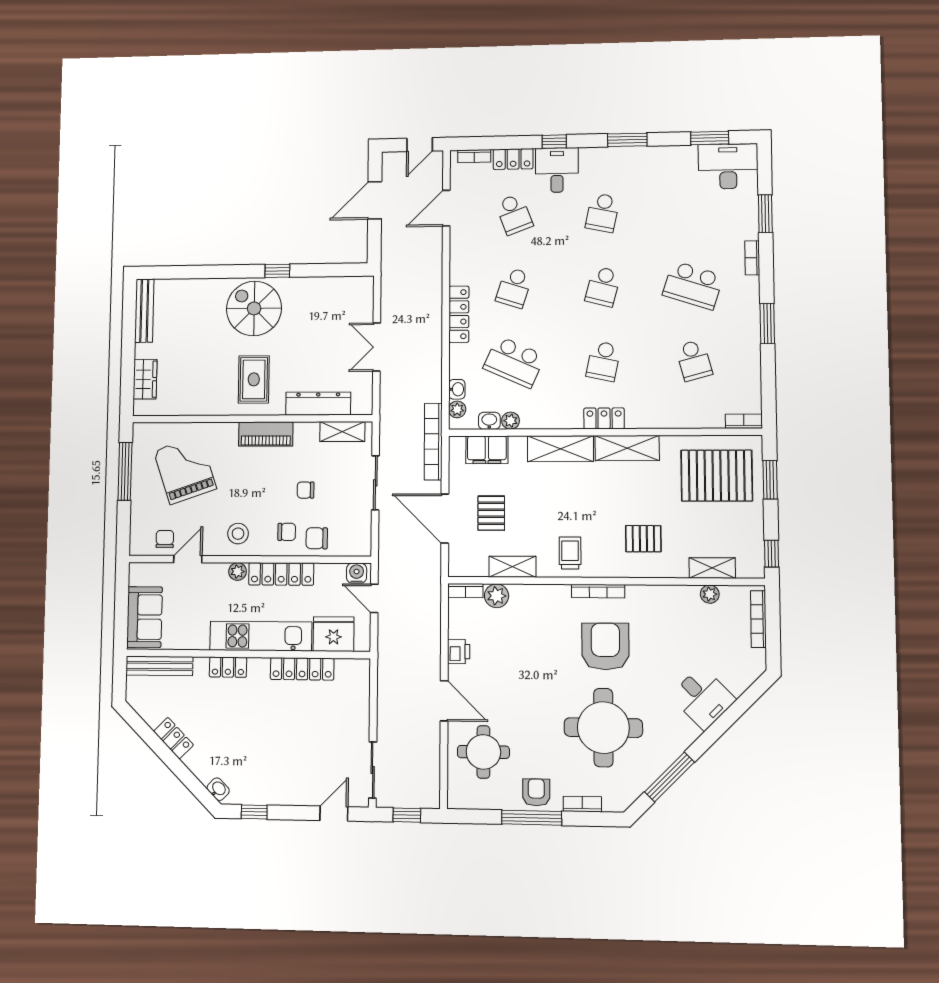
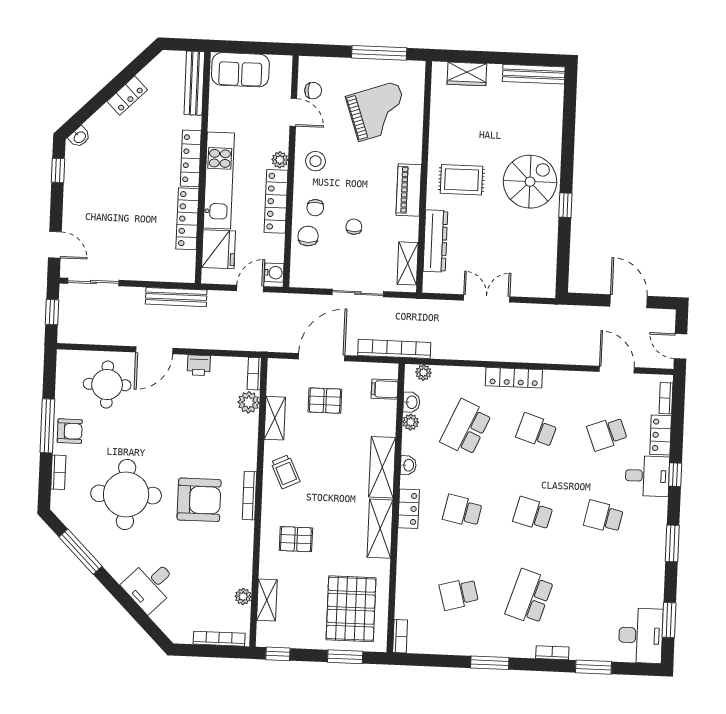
washbasin: (457, 389) -> (408, 465), moved, turned -90
filing cabinet: (487, 450) -> (385, 389), width x0.50
pallet: (643, 539) -> (296, 539), turned 90
trolley: (570, 553) -> (285, 472), turned 65
locker: (228, 667) -> (191, 158), width x1.53
bench: (386, 679) -> (176, 297), added

